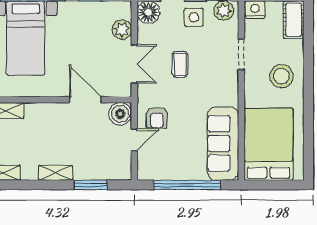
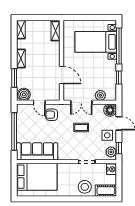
stool: (281, 76) -> (85, 187), moved
door: (85, 100) -> (62, 75), hinge flipped
boiler: (120, 114) -> (24, 94), moved

